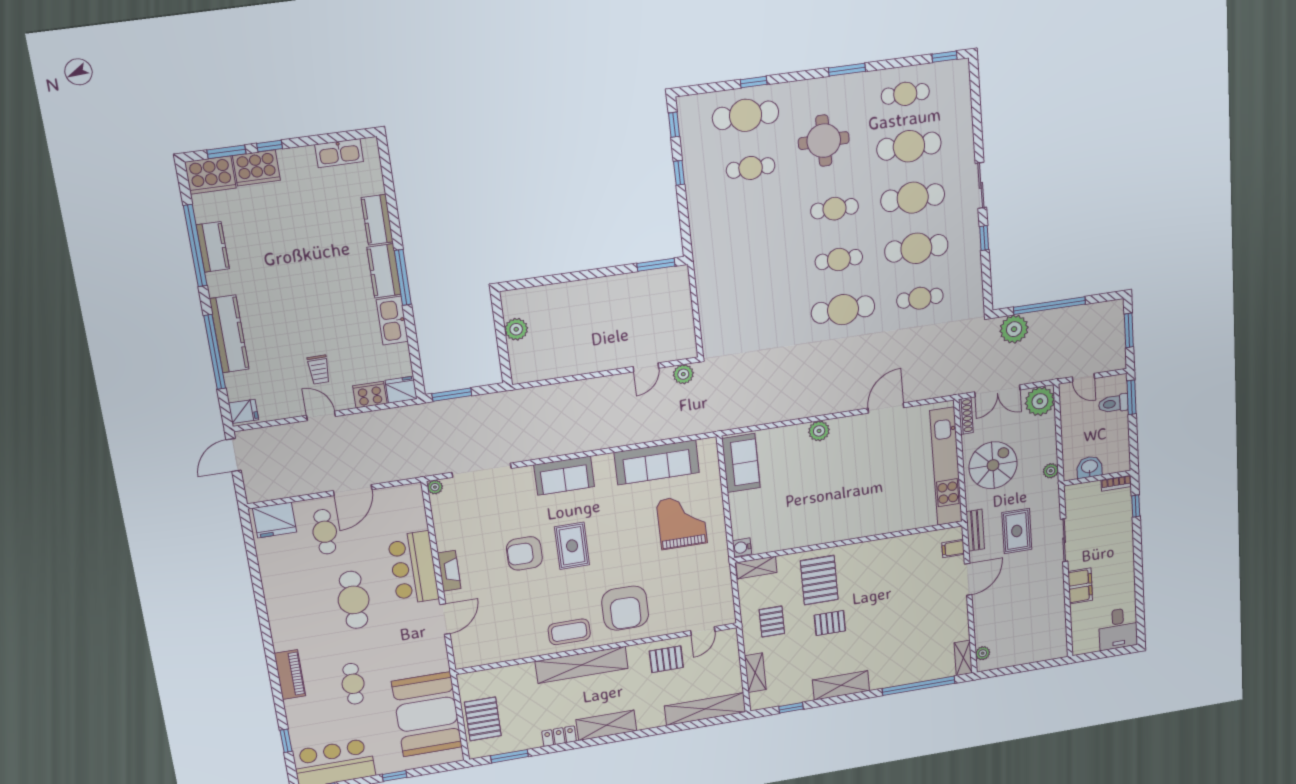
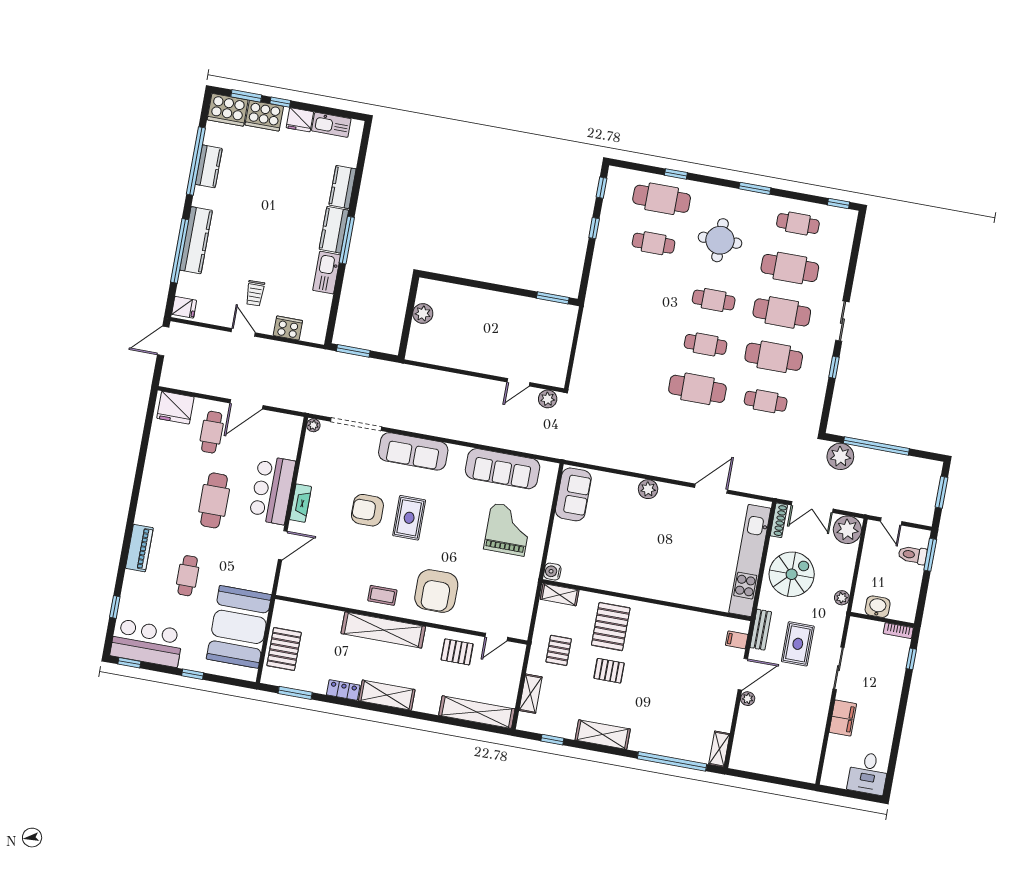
fridge: (401, 390) -> (300, 120), moved, turned 180
sofa: (564, 476) -> (413, 451), width x1.36
coffee table: (569, 632) -> (382, 595), width x0.73, depth x0.77
plant: (983, 653) -> (748, 699), moved

